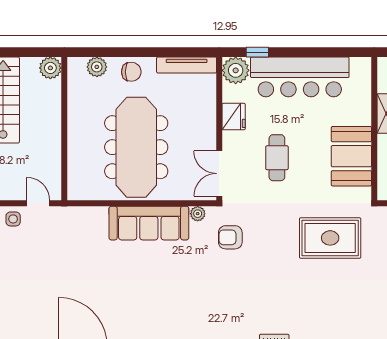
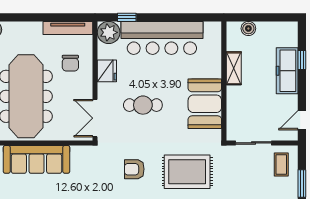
chair: (131, 72) -> (70, 63), moved, turned 90
cafe table: (277, 158) -> (143, 105), turned 90
plant: (198, 214) -> (77, 152), removed
armchair: (230, 237) -> (134, 169), moved

